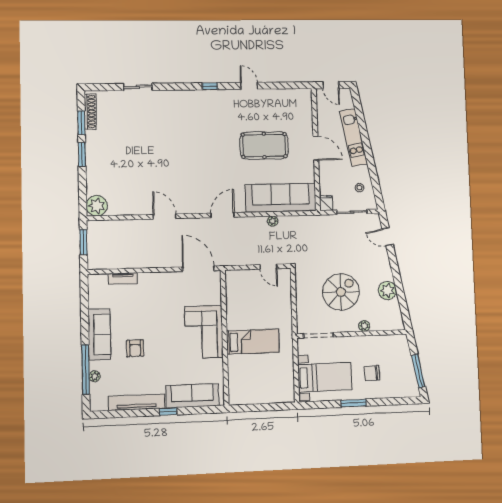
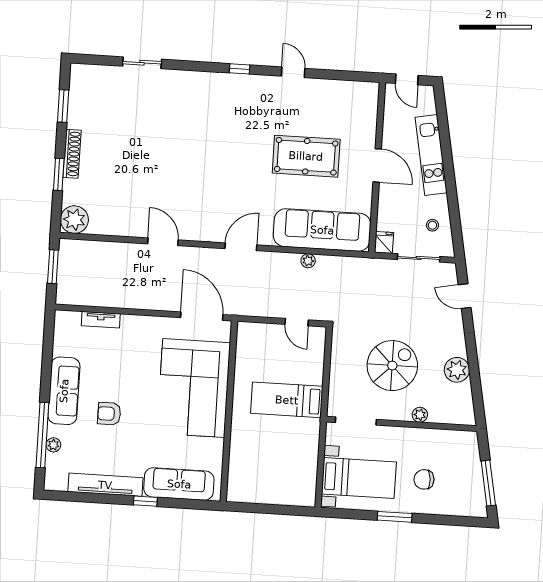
shoe rack: (90, 112) -> (72, 154), moved
window: (82, 154) -> (59, 174), moved
corner sofa: (204, 332) -> (194, 388), width x1.36, depth x1.36
bed: (253, 342) -> (287, 400), moved, turned 180
armchair: (135, 348) -> (109, 414), turned 90

